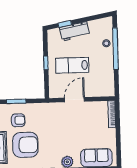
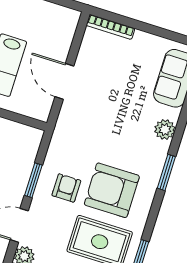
armchair: (25, 145) -> (112, 190), turned -90

